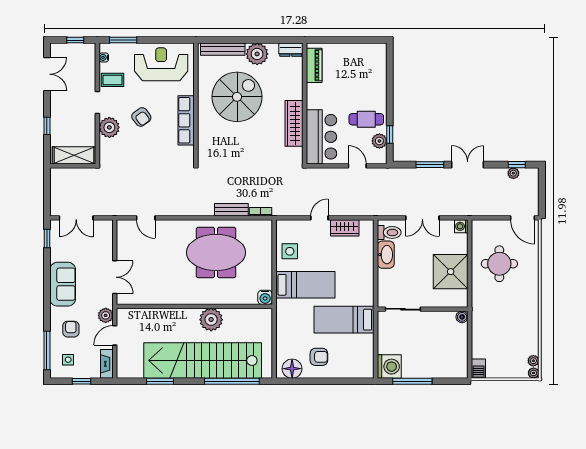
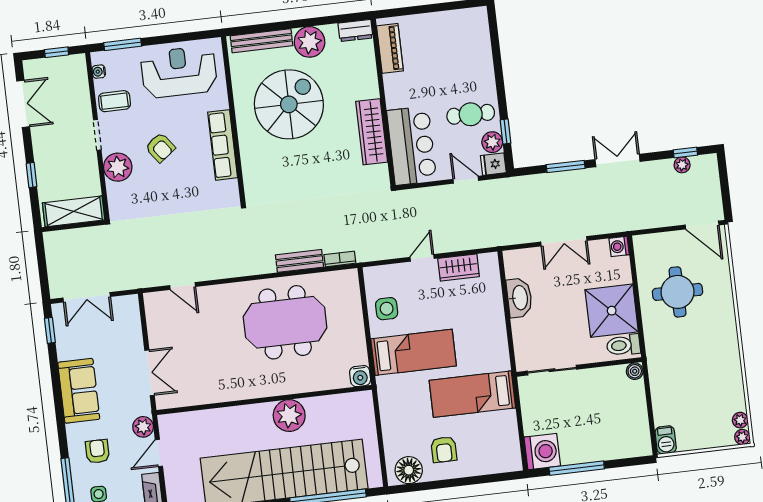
fridge: (378, 157) -> (493, 164), added
toilet: (389, 232) -> (623, 345), moved, turned 180
armchair: (319, 357) -> (444, 449), turned 90

